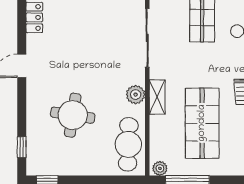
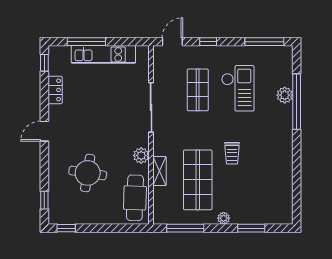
shelving: (157, 97) -> (159, 171), moved
plant: (160, 168) -> (224, 218), moved

